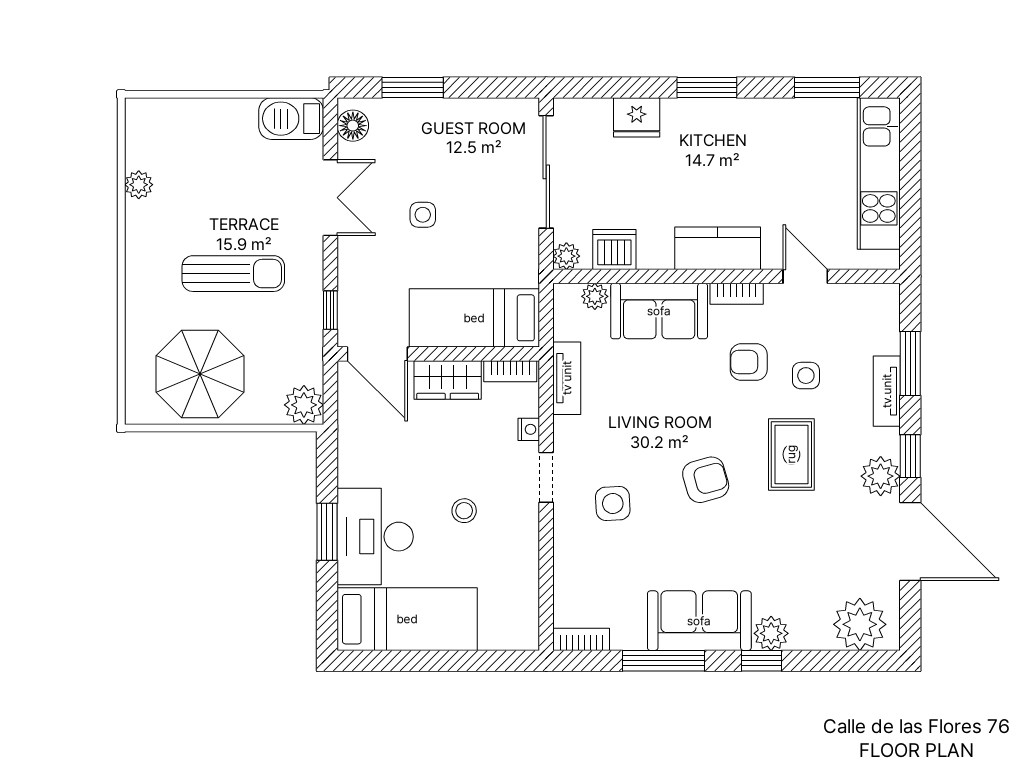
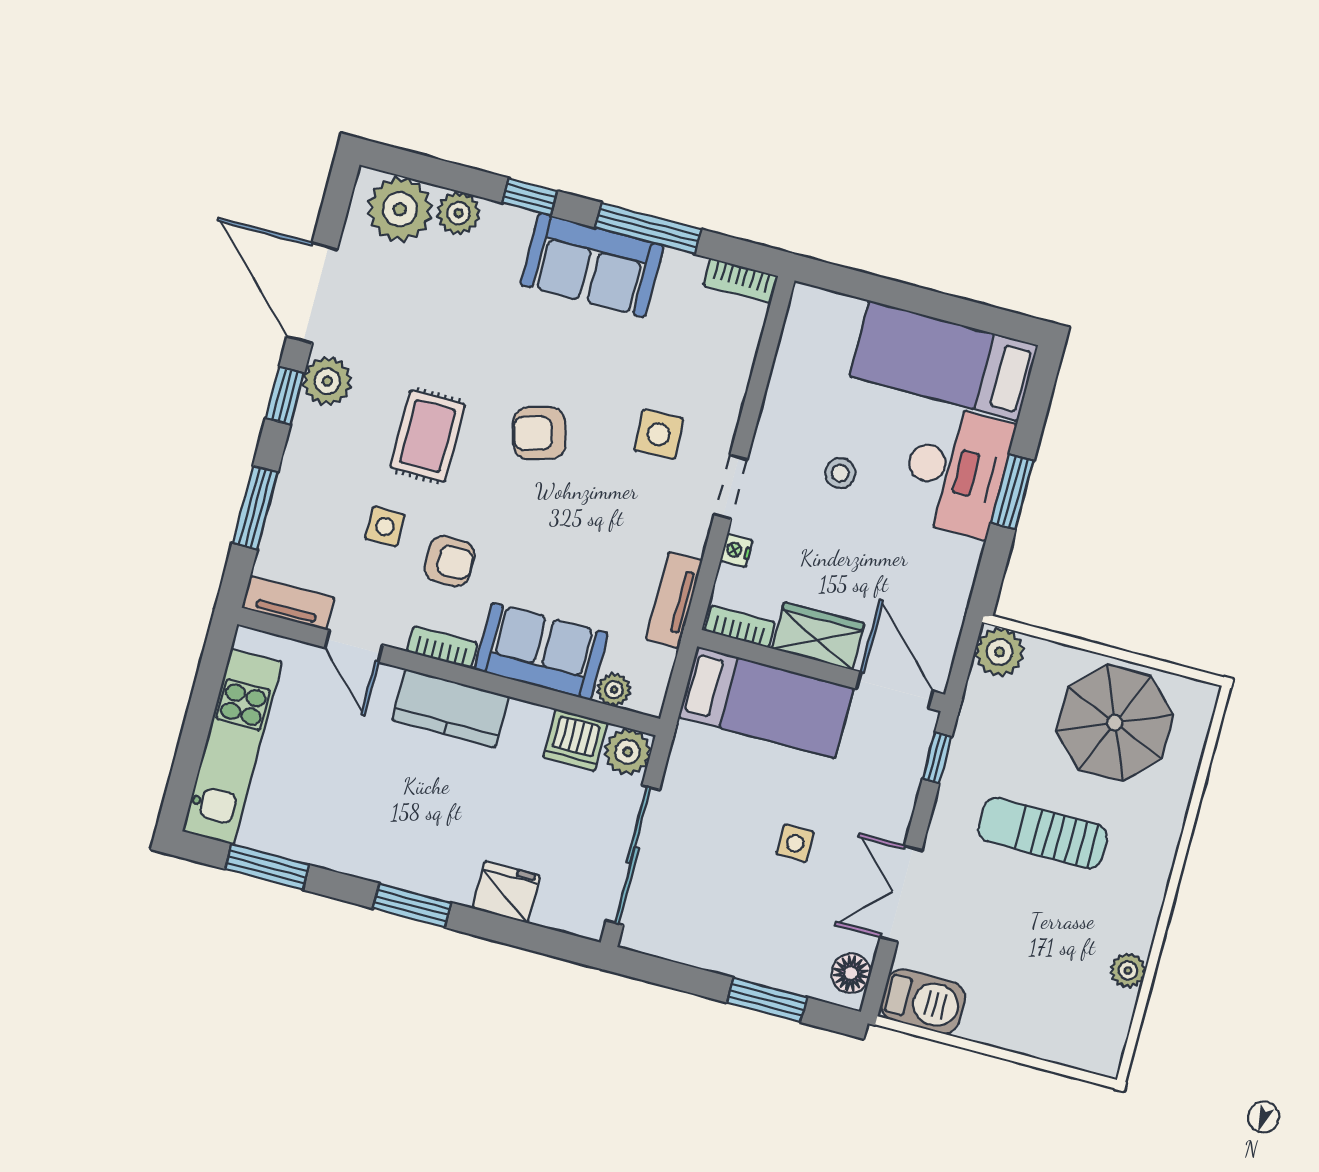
plant: (566, 256) -> (628, 752), width x1.38, depth x1.38
tv unit: (887, 391) -> (288, 603), moved, turned -90
plant: (771, 633) -> (458, 213), moved

